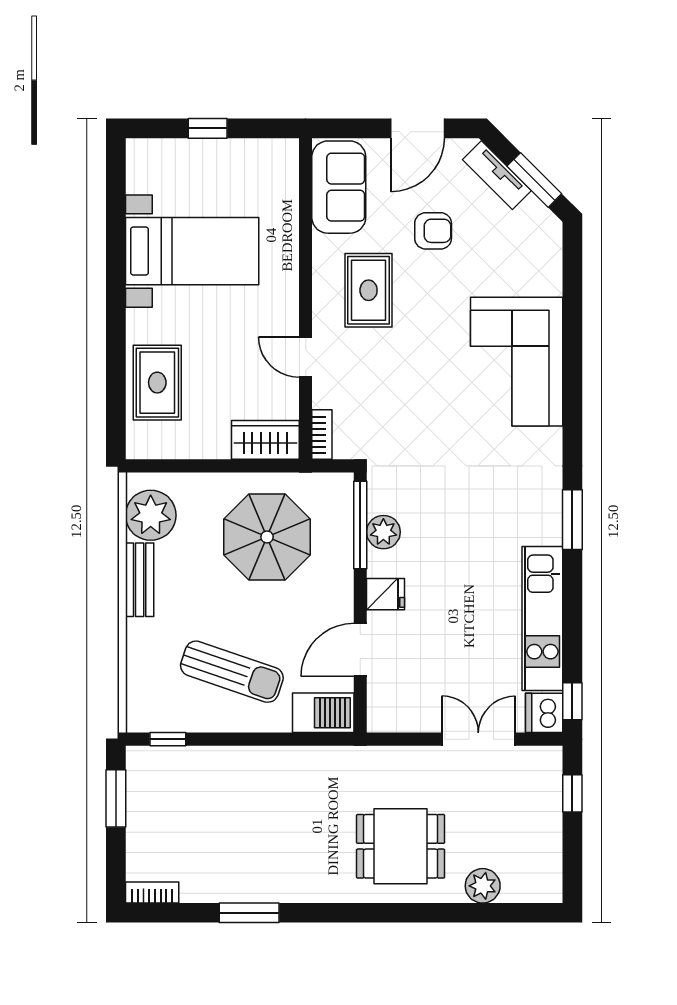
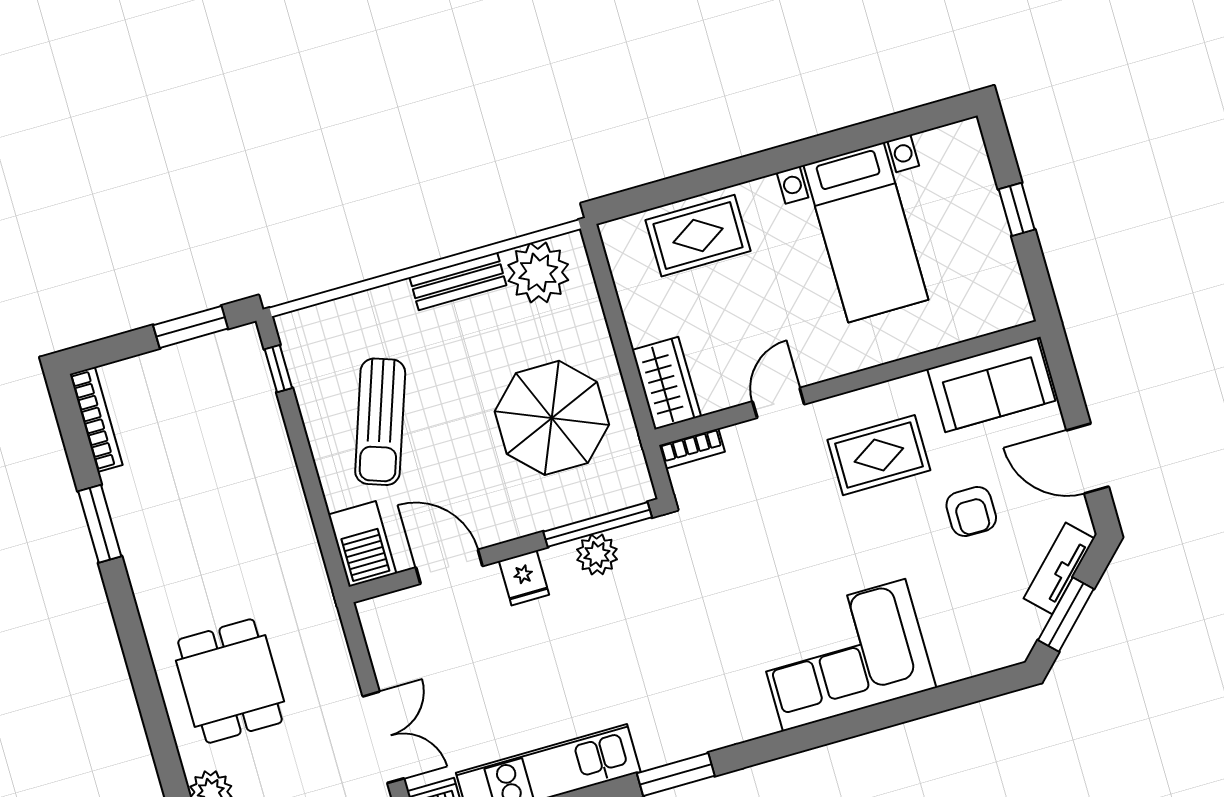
bookcase: (152, 893) -> (96, 419), width x1.56

